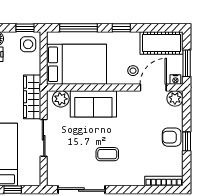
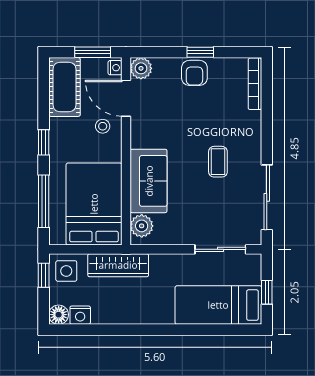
wardrobe: (32, 97) -> (118, 265), moved
sliding door: (44, 138) -> (220, 249), moved

